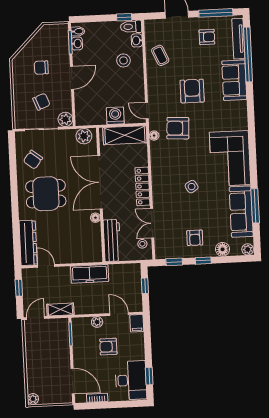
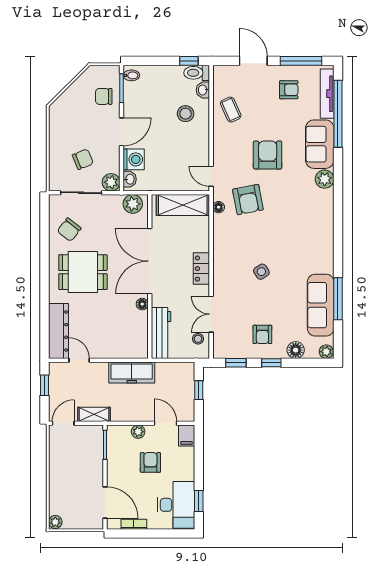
washbasin: (77, 44) -> (130, 179), moved
chair: (41, 68) -> (104, 96), moved
plant: (240, 109) -> (325, 179), added
washing machine: (115, 116) -> (134, 159), moved, turned 90
armchair: (178, 128) -> (248, 199), turned -104
corner sofa: (230, 158) -> (310, 239), removed
locker: (142, 186) -> (201, 269), width x0.66
armchair: (108, 347) -> (150, 462), turned 90

